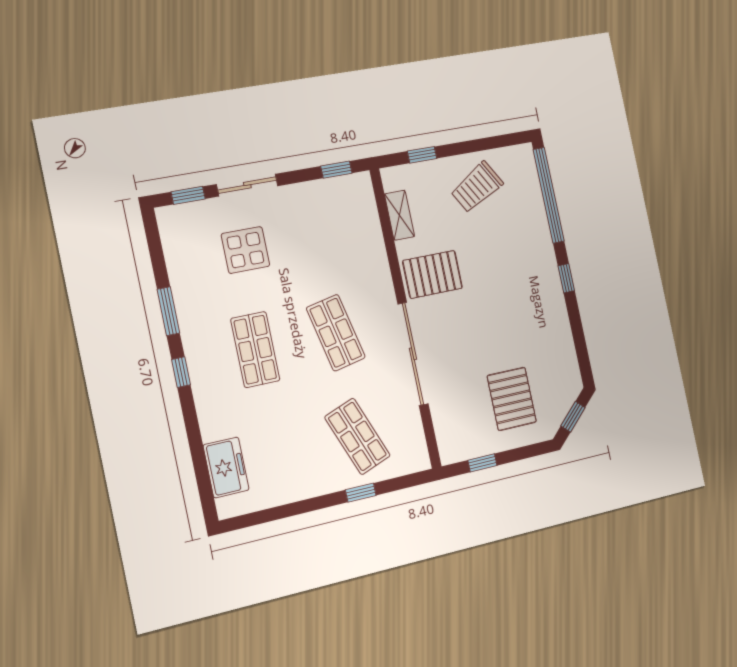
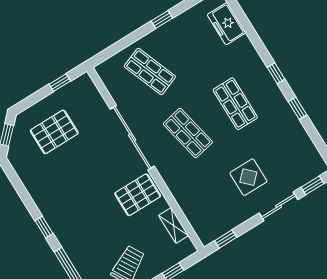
display table: (245, 250) -> (248, 177), moved
window: (168, 311) -> (298, 108), width x0.67
pallet: (512, 399) -> (54, 132), turned 90
window: (361, 493) -> (162, 20), moved

